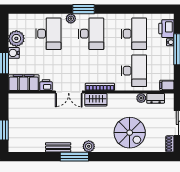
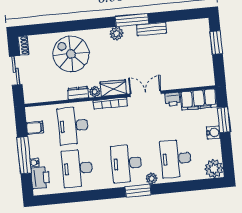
plant: (16, 38) -> (214, 169), moved
filing cabinet: (167, 85) -> (35, 128), moved
plant: (141, 98) -> (95, 92), moved
dresser: (156, 98) -> (78, 93), moved

